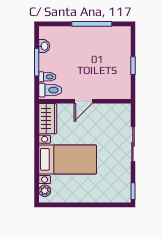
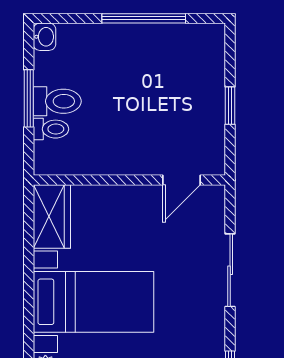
washbasin: (44, 46) -> (44, 37), moved
toilet: (50, 90) -> (57, 101), moved
door: (83, 101) -> (182, 180), moved

